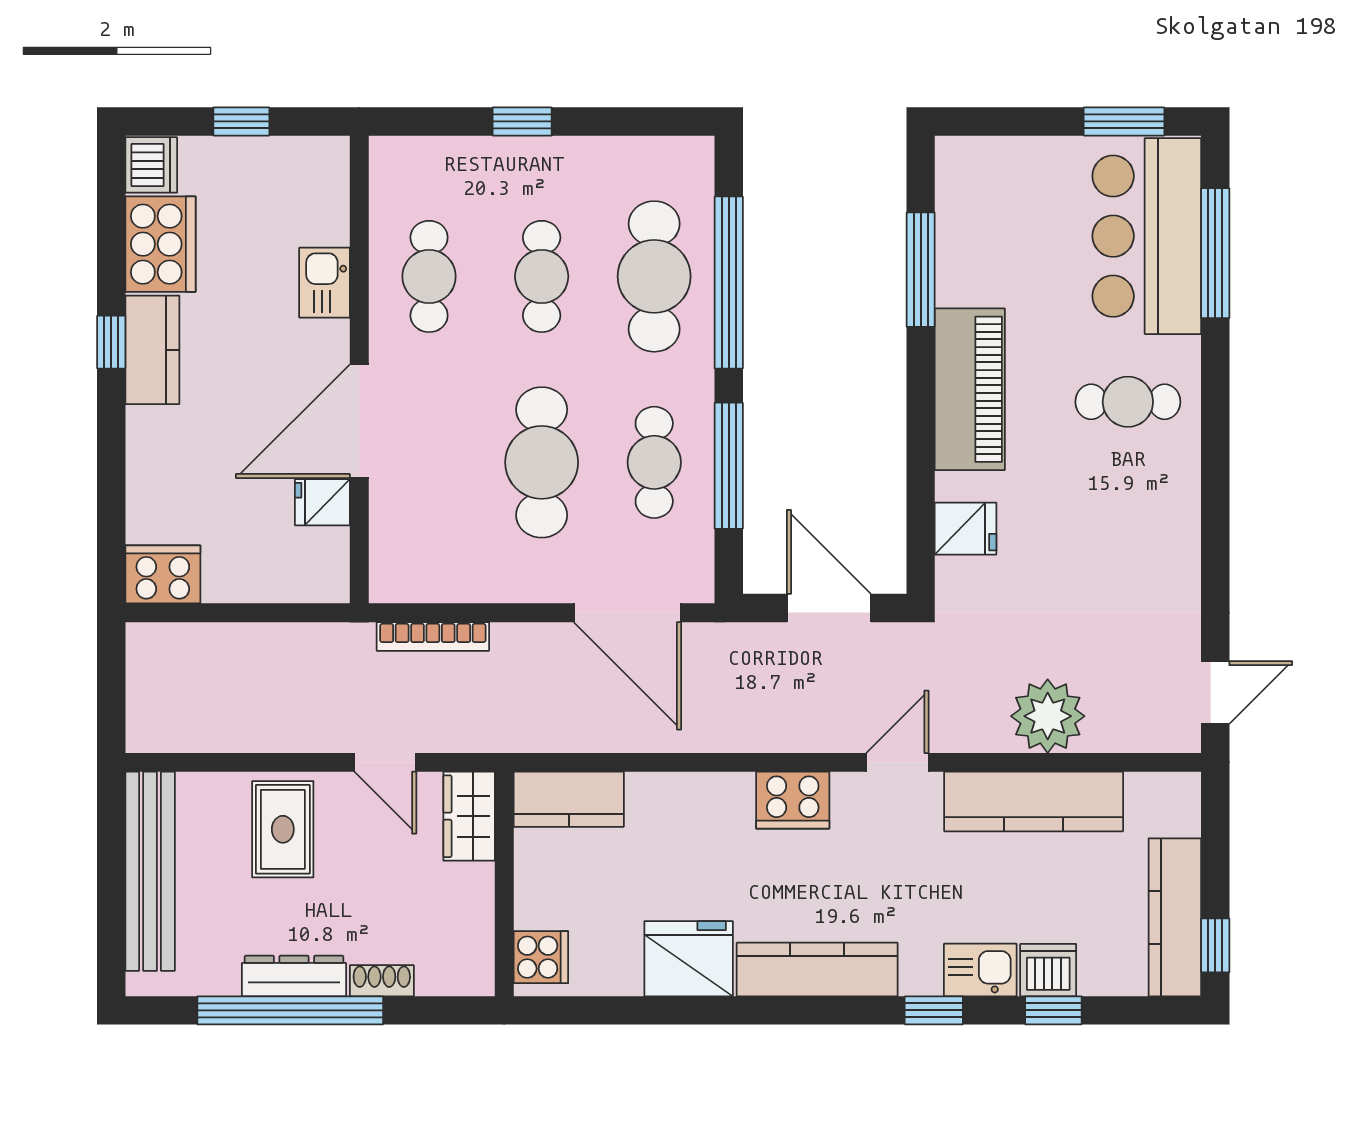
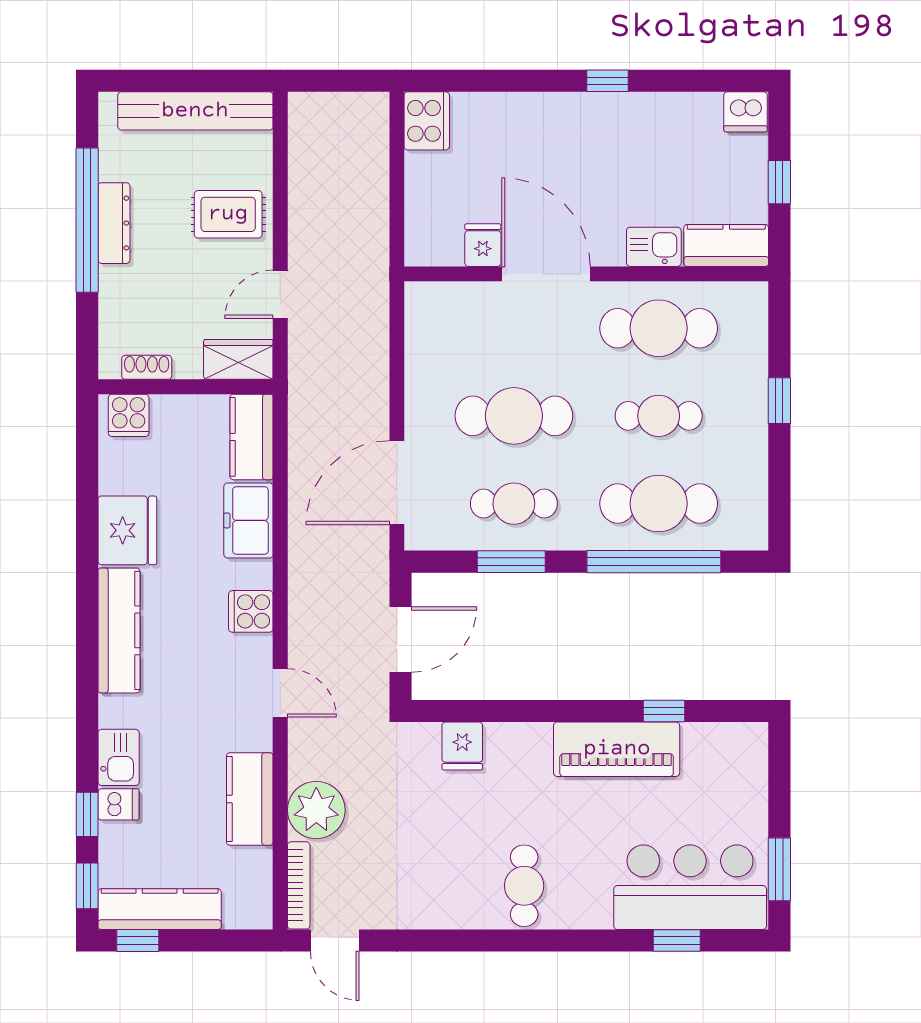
cooker: (160, 244) -> (684, 119), removed
window: (1215, 253) -> (677, 940), width x0.46
window: (921, 270) -> (664, 711), width x0.46
cafe table: (429, 276) -> (659, 328), width x1.37, depth x1.35
kitchen counter: (152, 350) -> (726, 245), moved, turned 180
piano: (970, 389) -> (617, 749), moved
cafe table: (1128, 402) -> (524, 886), moved
window: (729, 466) -> (511, 562), width x0.69
bookcase: (433, 636) -> (299, 885), moved, turned 180
cooker: (793, 800) -> (251, 611), width x0.73
kitchen counter: (1034, 802) -> (250, 799), width x0.67
freezer: (676, 803) -> (248, 520), added
dishwasher: (1048, 970) -> (118, 804), width x0.73
shoe rack: (382, 981) -> (147, 367), moved, turned -90
window: (934, 1010) -> (87, 886), moved

